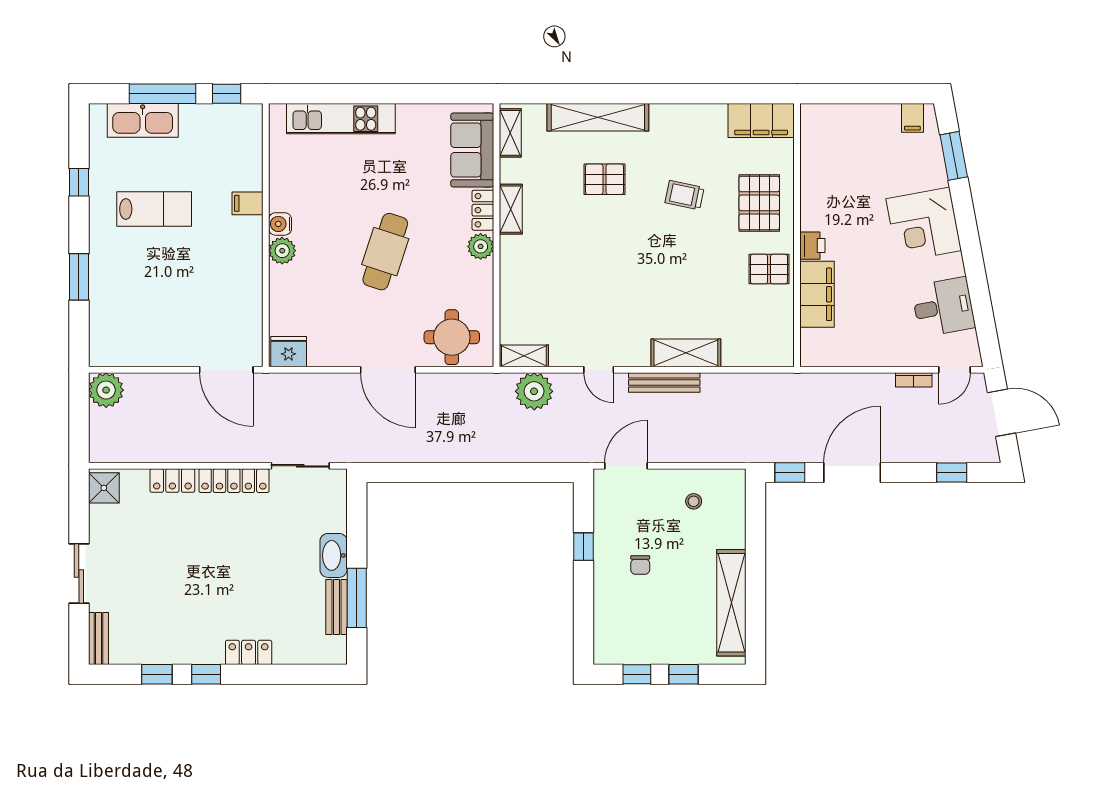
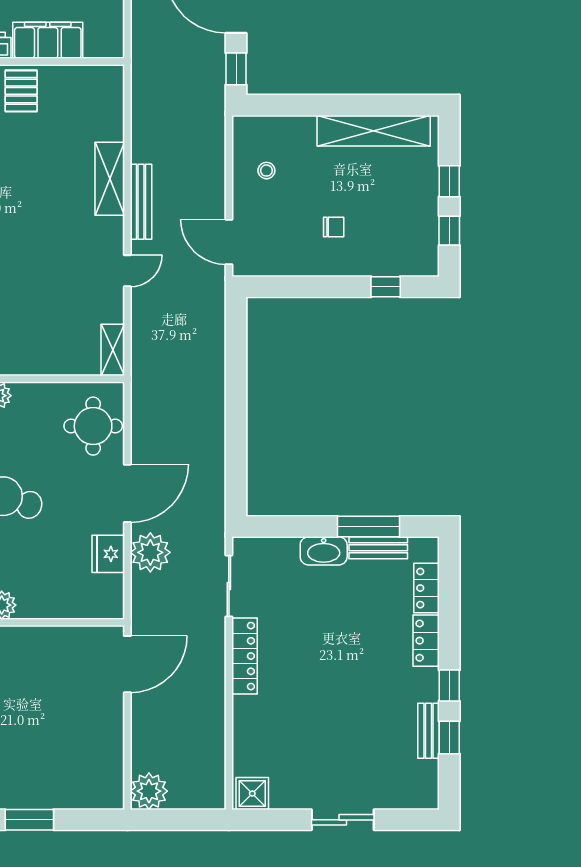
fridge: (289, 352) -> (108, 554), moved
plant: (534, 391) -> (150, 552), moved
locker: (172, 481) -> (427, 588), moved, turned 180
window: (584, 547) -> (386, 287), moved
bench: (99, 639) -> (429, 731), moved, turned 90

